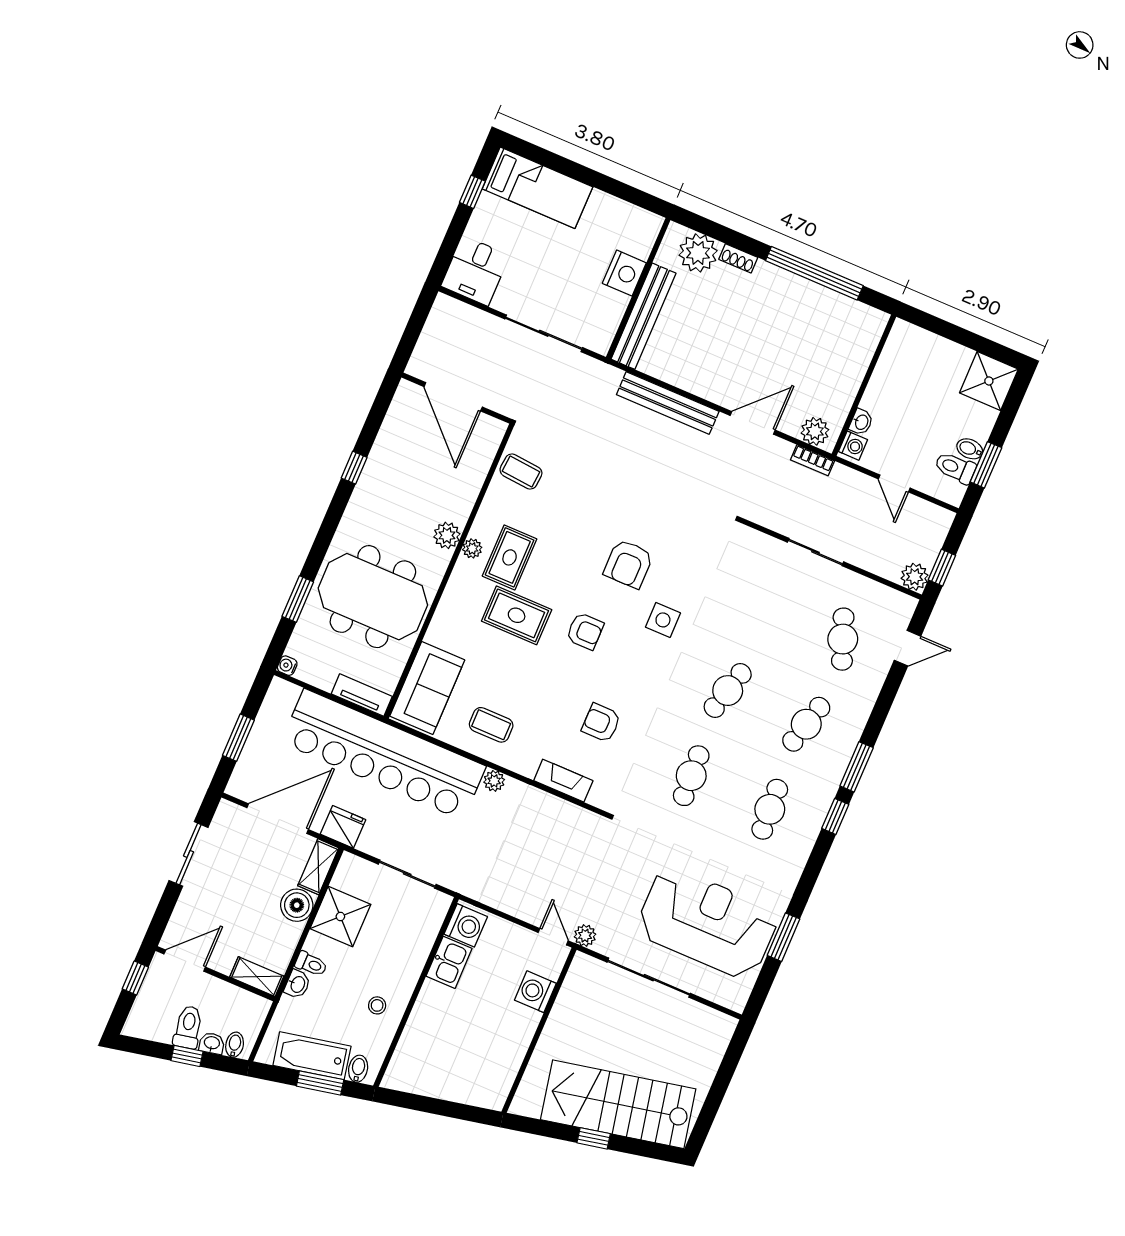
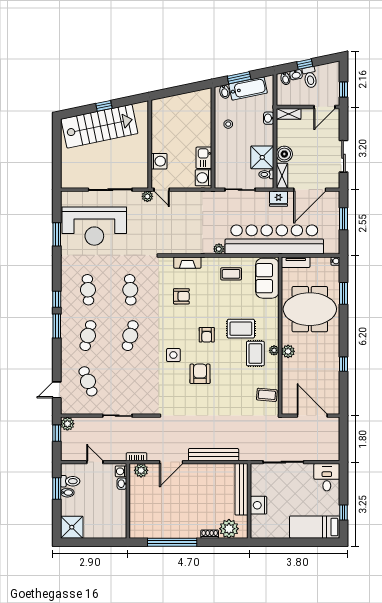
armchair: (585, 631) -> (207, 335), turned -90
toilet: (311, 964) -> (266, 174), moved

